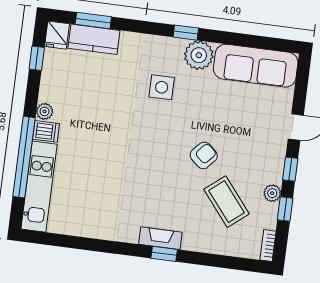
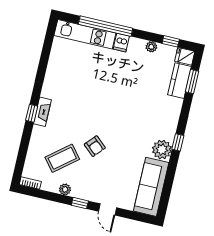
side table: (162, 87) -> (143, 123), removed
plant: (45, 111) -> (151, 47), moved
window: (285, 209) -> (54, 197), removed

